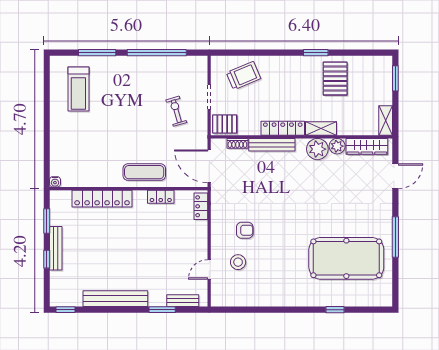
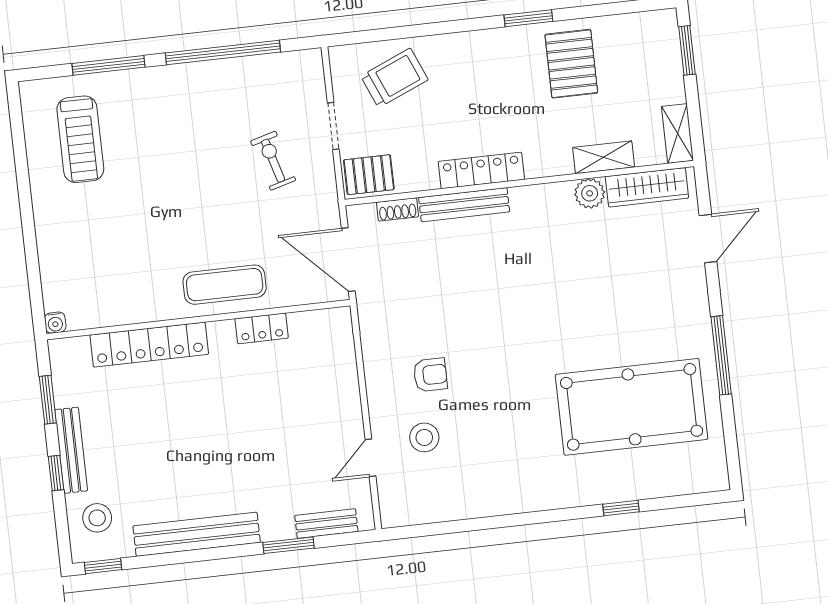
shelving: (321, 129) -> (604, 157), moved
plant: (317, 149) -> (552, 203), removed
locker: (201, 206) -> (341, 338), removed
stool: (65, 285) -> (97, 518), added

